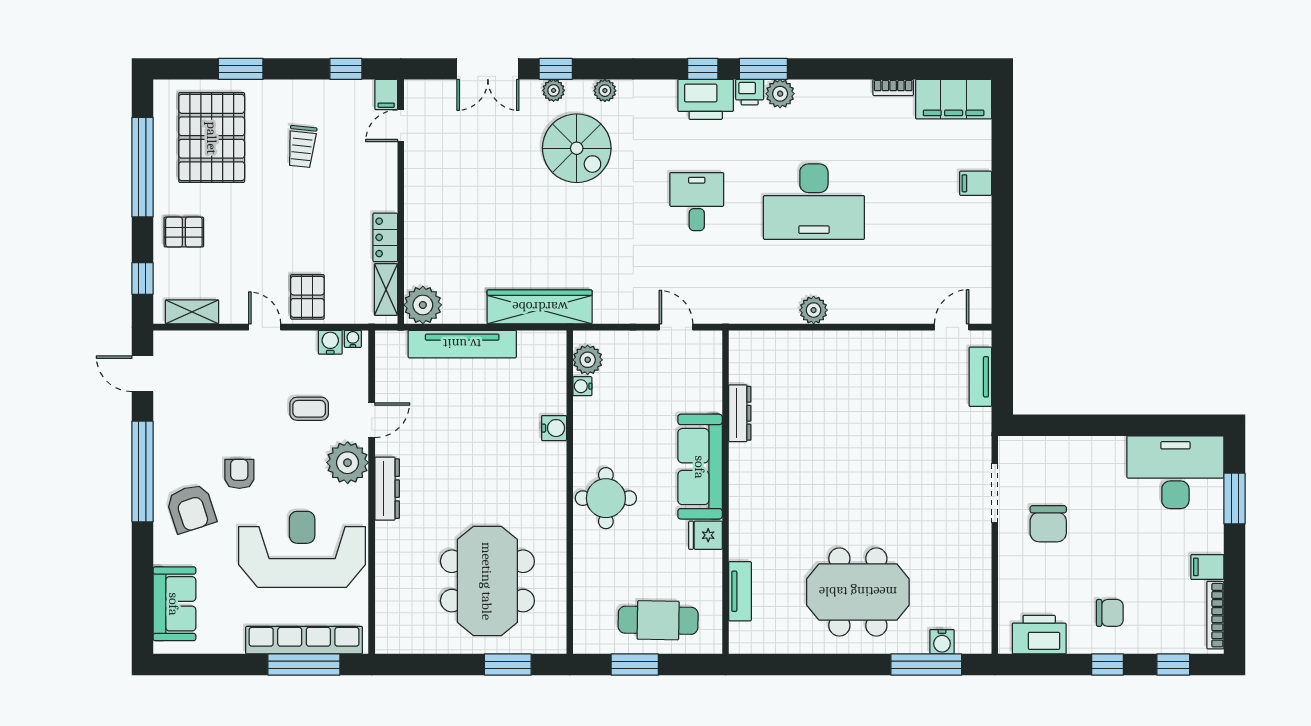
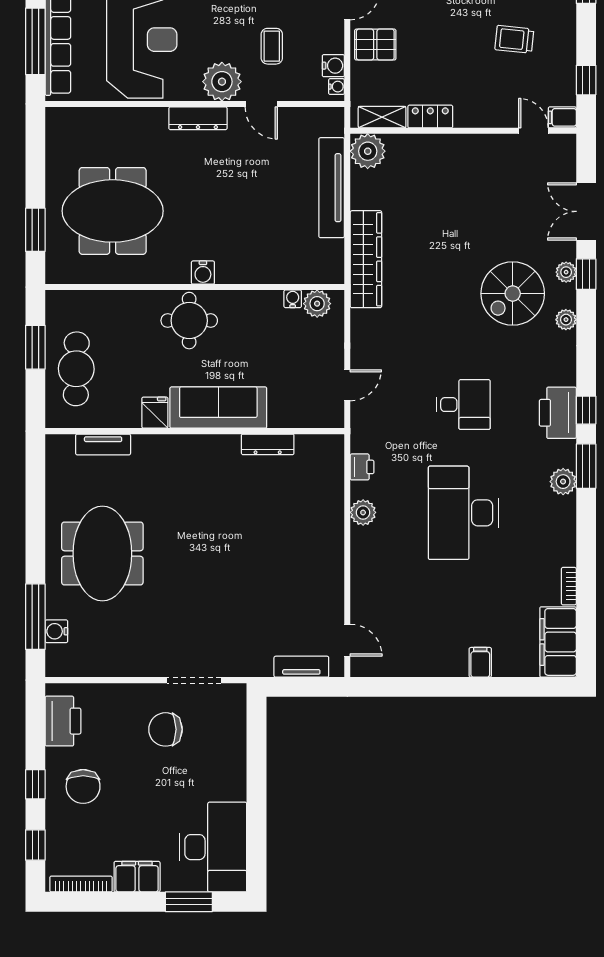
printer: (750, 92) -> (362, 467), moved, turned 180
water cooler: (554, 428) -> (203, 273), moved
filing cabinet: (1207, 567) -> (137, 877), width x2.00
chair: (1110, 613) -> (83, 786), width x1.37, depth x1.37

